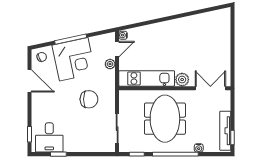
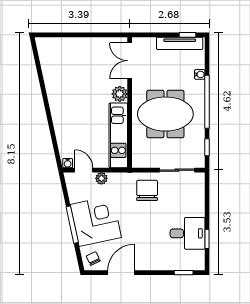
chair: (89, 99) -> (147, 190), moved
desk: (49, 137) -> (187, 233), moved

